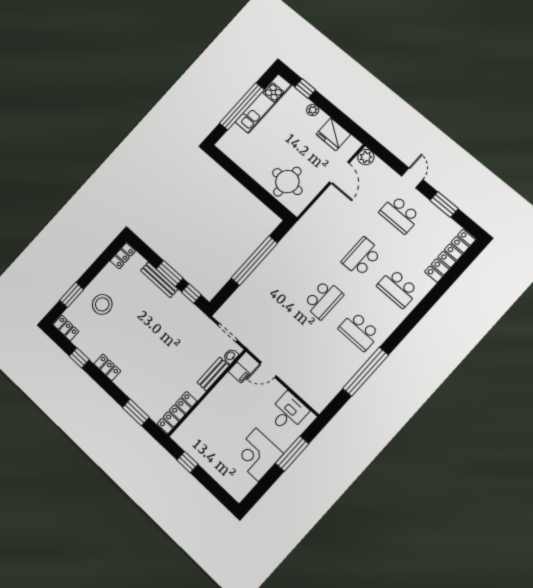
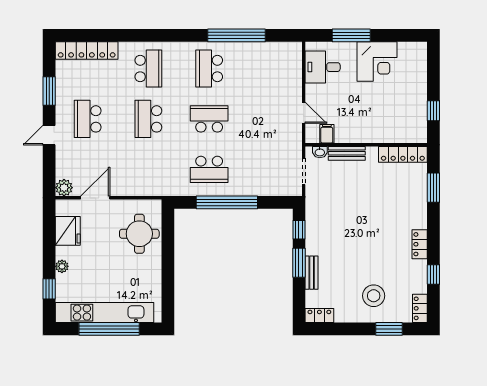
kitchen unit: (263, 104) -> (105, 313), width x1.36
school desk: (400, 214) -> (88, 119), turned 180
school desk: (362, 257) -> (148, 119), turned 90
school desk: (288, 268) -> (209, 169), added
bench: (159, 280) -> (312, 273), width x0.73
school desk: (359, 331) -> (209, 69), turned 180

